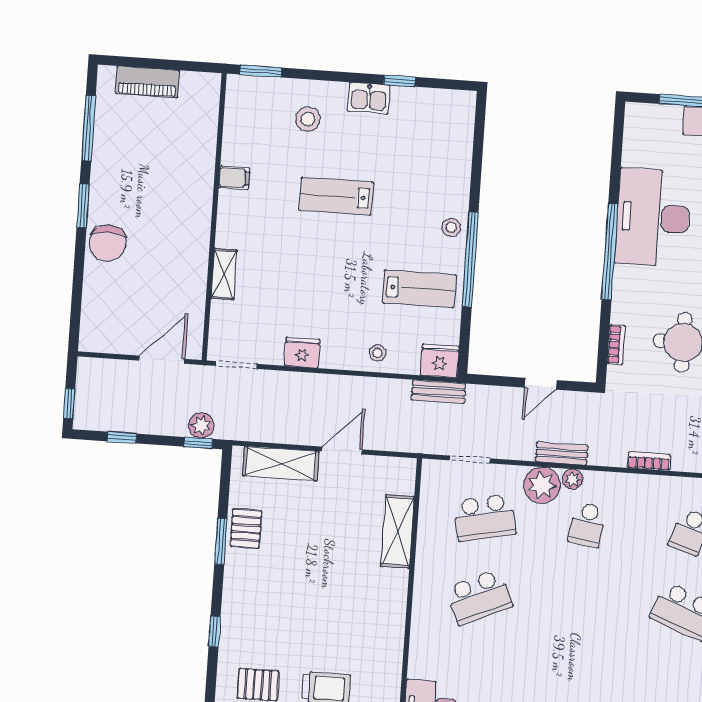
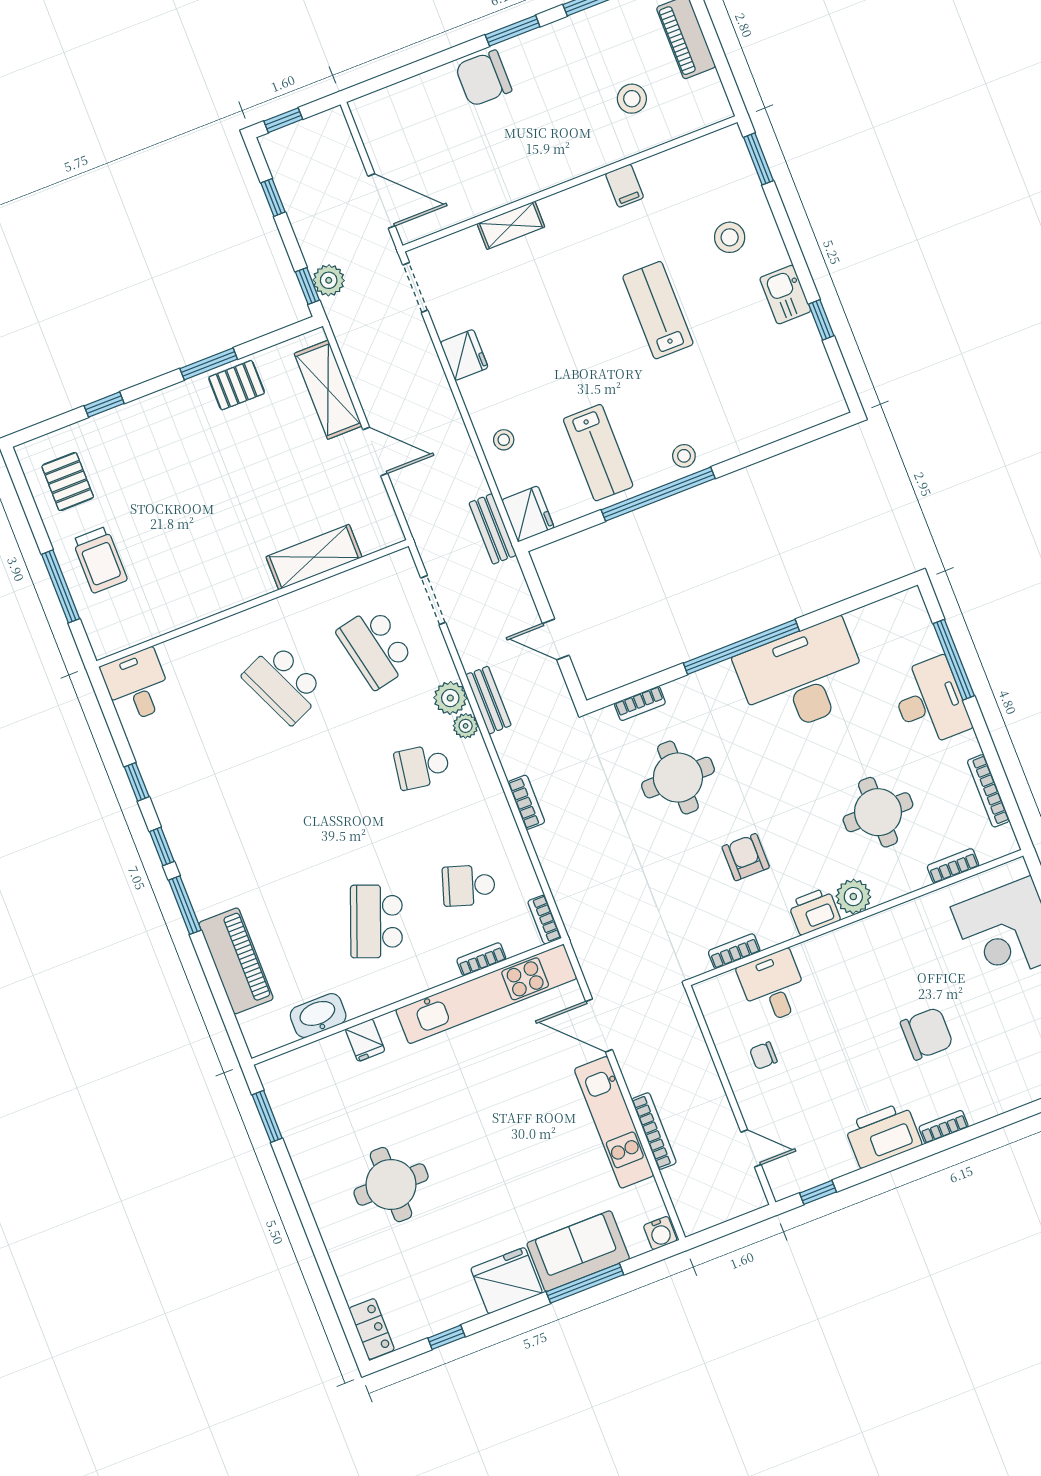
stool: (173, 142) -> (632, 99), added
plant: (542, 485) -> (450, 698), width x0.73, depth x0.73

